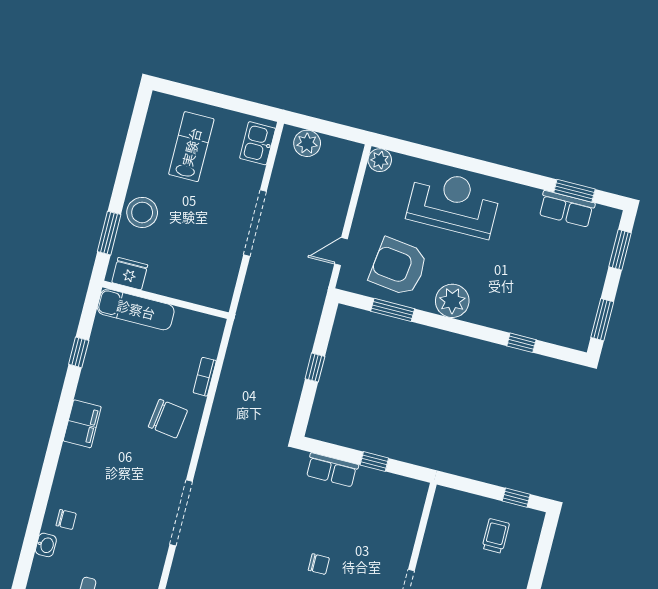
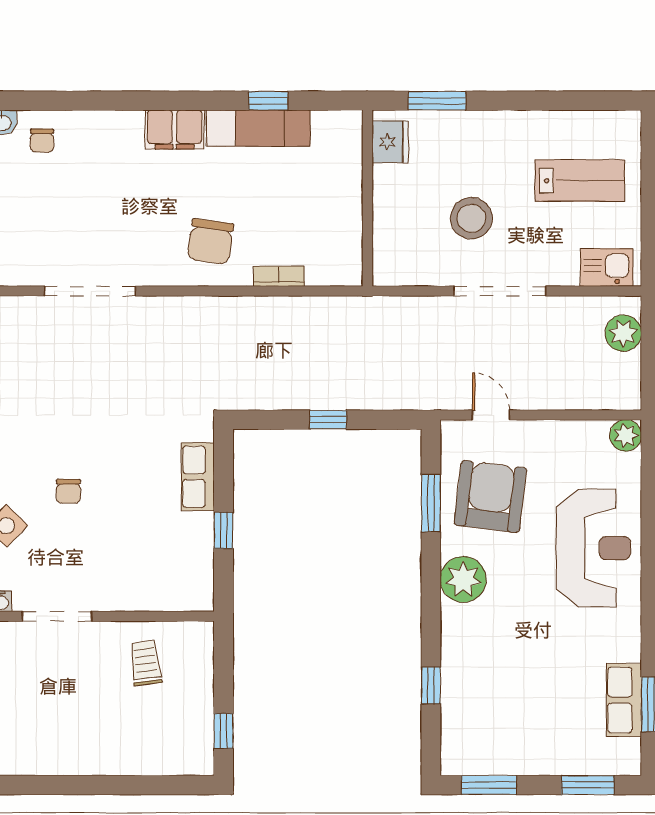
stool: (142, 212) -> (471, 218), moved
exam couch: (136, 309) -> (258, 128), moved, turned -90
trolley: (496, 536) -> (145, 663), moved, turned -97

